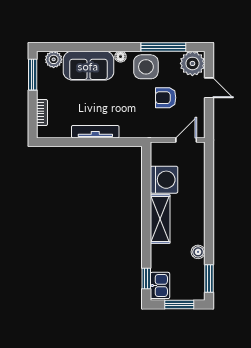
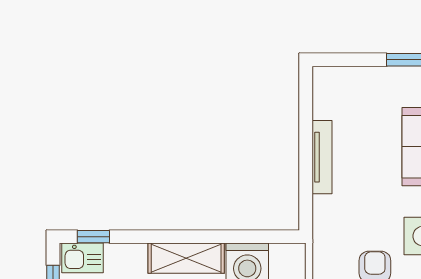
bookcase: (42, 112) -> (352, 74), removed

